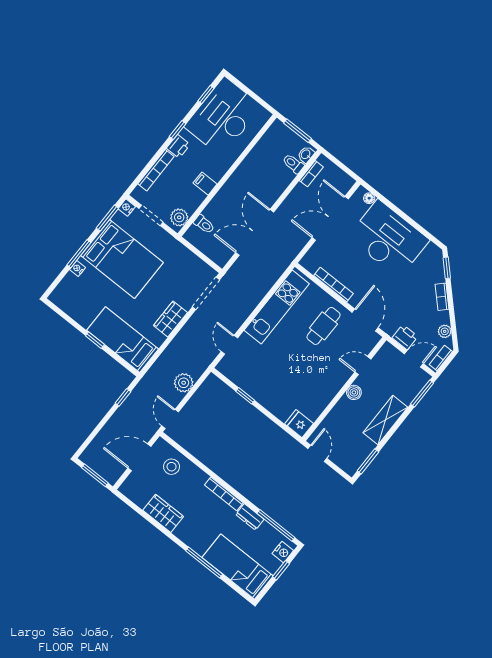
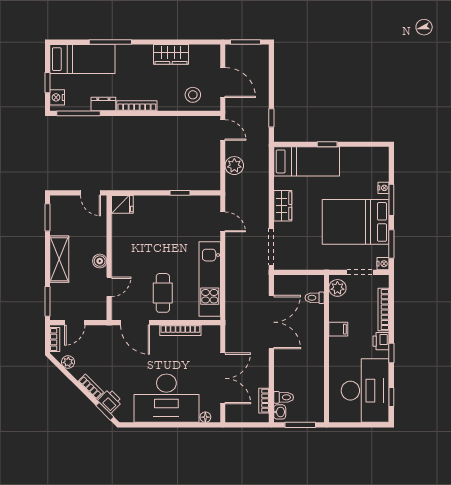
printer: (405, 337) -> (110, 401), moved, turned -135
door: (139, 457) -> (223, 83), hinge flipped

